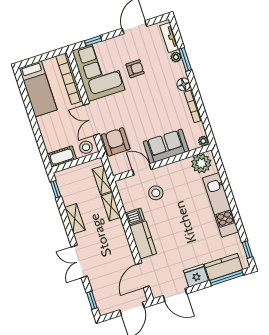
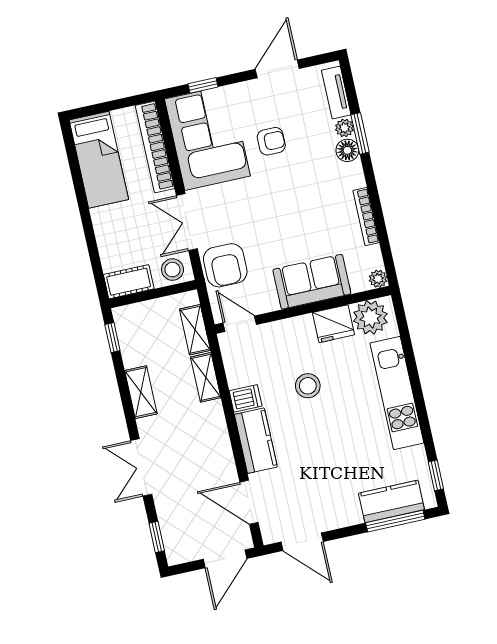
floor lamp: (184, 84) -> (347, 150), moved
armchair: (116, 142) -> (225, 265), turned 180
door: (142, 170) -> (240, 324), moved
stool: (156, 193) -> (308, 386), moved
door: (143, 275) -> (249, 502), hinge flipped
fridge: (196, 276) -> (333, 324), moved, turned 180

